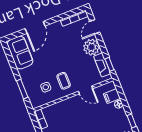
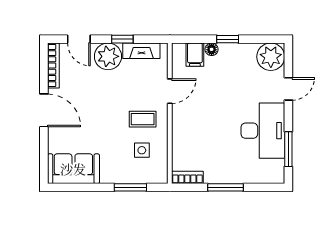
door: (35, 27) -> (44, 110), moved
window: (109, 64) -> (122, 39), moved
window: (132, 121) -> (228, 39), moved

